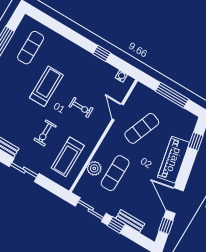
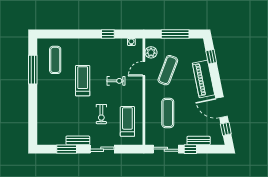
door: (118, 112) -> (144, 69), hinge flipped
treadmill: (68, 157) -> (127, 121), turned 180
plant: (94, 168) -> (151, 52), moved

